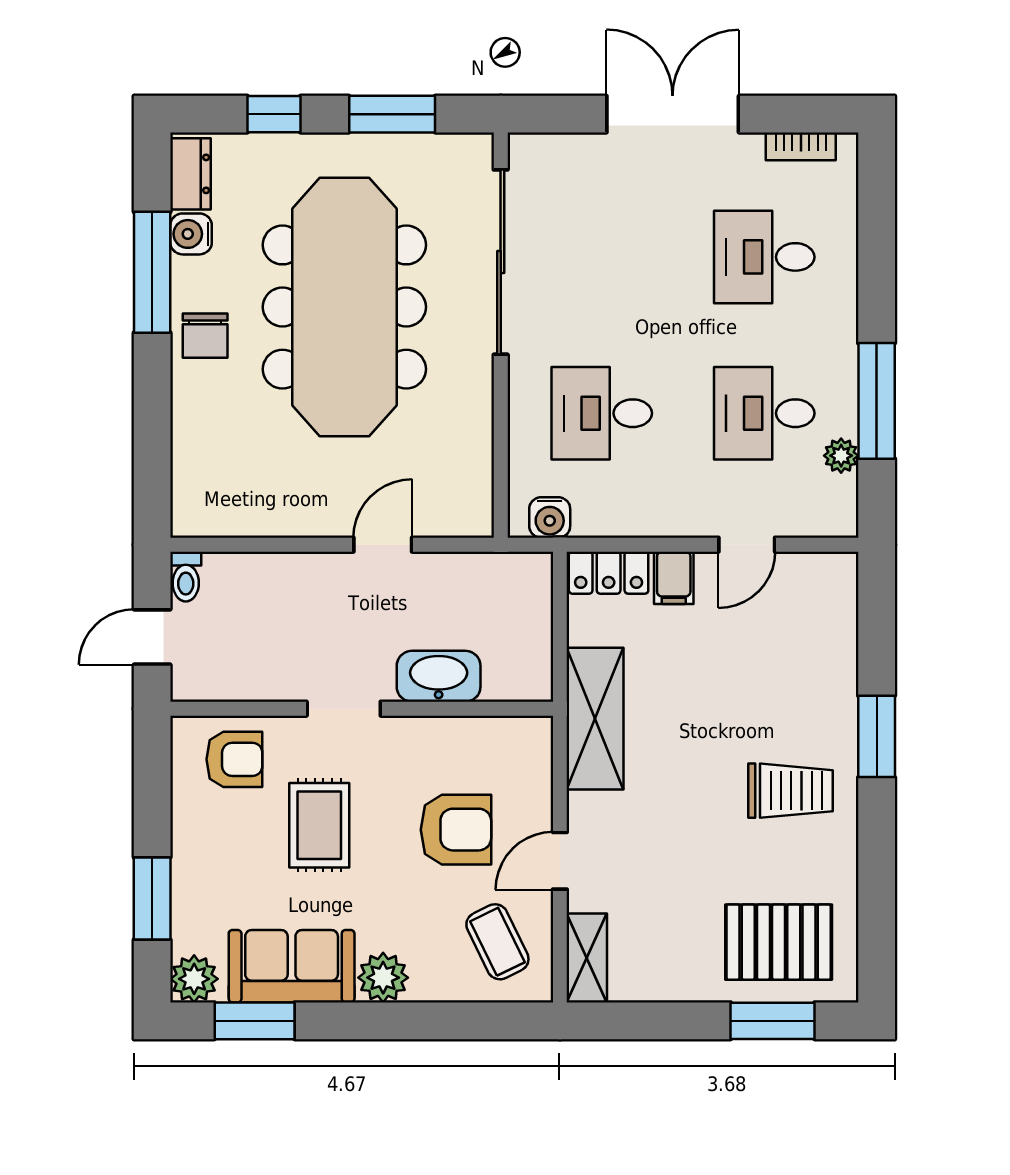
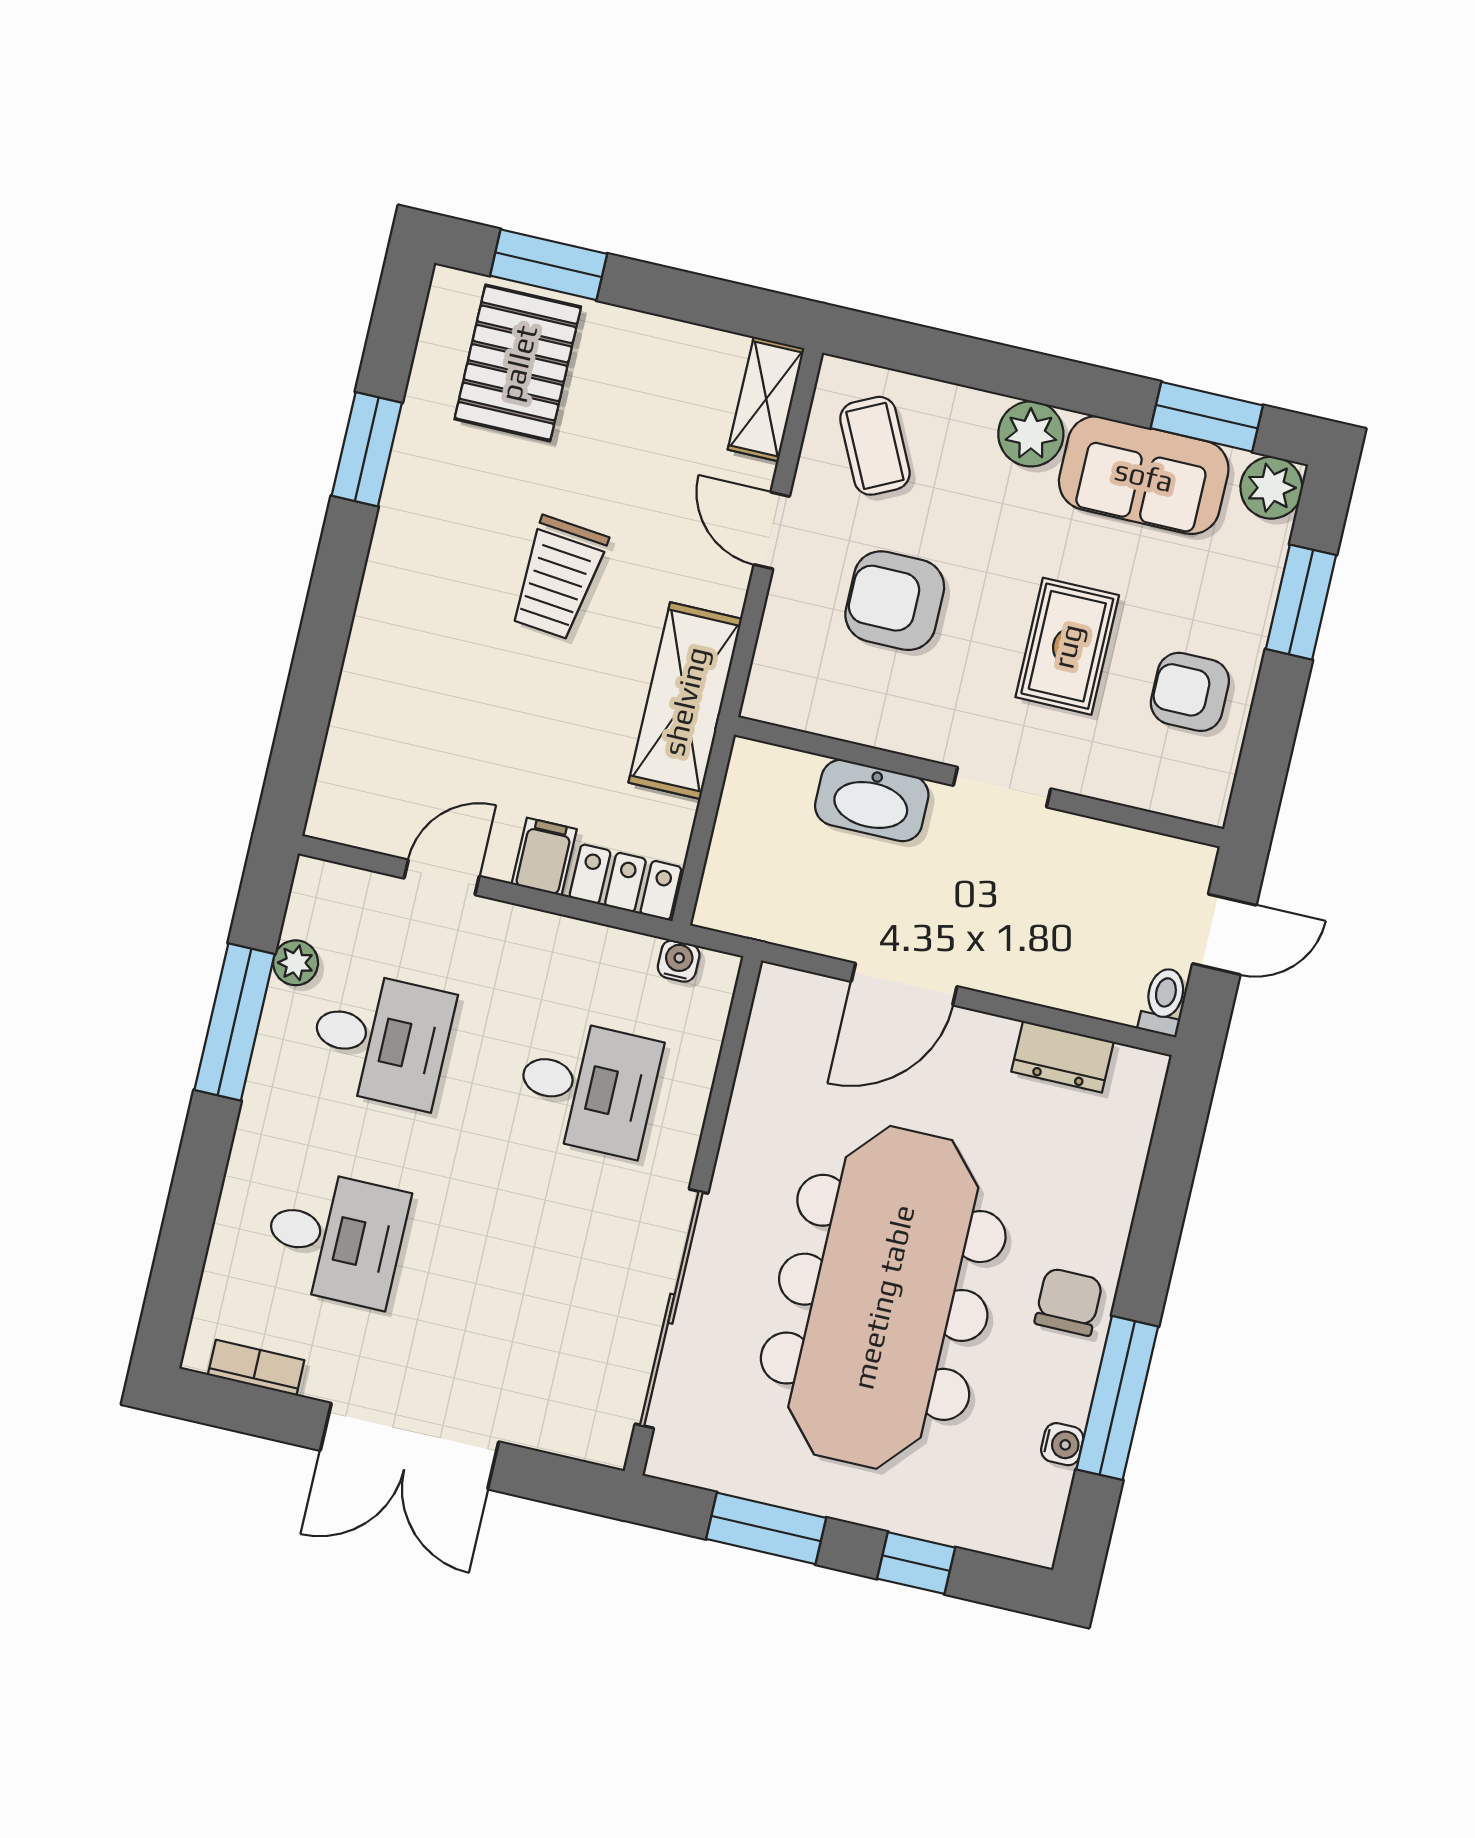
dresser: (190, 174) -> (1062, 1057), moved, turned -90
water cooler: (191, 234) -> (1062, 1444), width x0.72, depth x0.72
water cooler: (550, 517) -> (679, 961), width x0.72, depth x0.72
door: (383, 545) -> (904, 984), width x1.38
window: (877, 736) -> (367, 449), moved
armchair: (234, 759) -> (1190, 692), moved
trolley: (791, 791) -> (558, 578), moved, turned -84
door: (560, 861) -> (772, 530), swing flipped
pallet: (779, 942) -> (518, 363), turned 90

